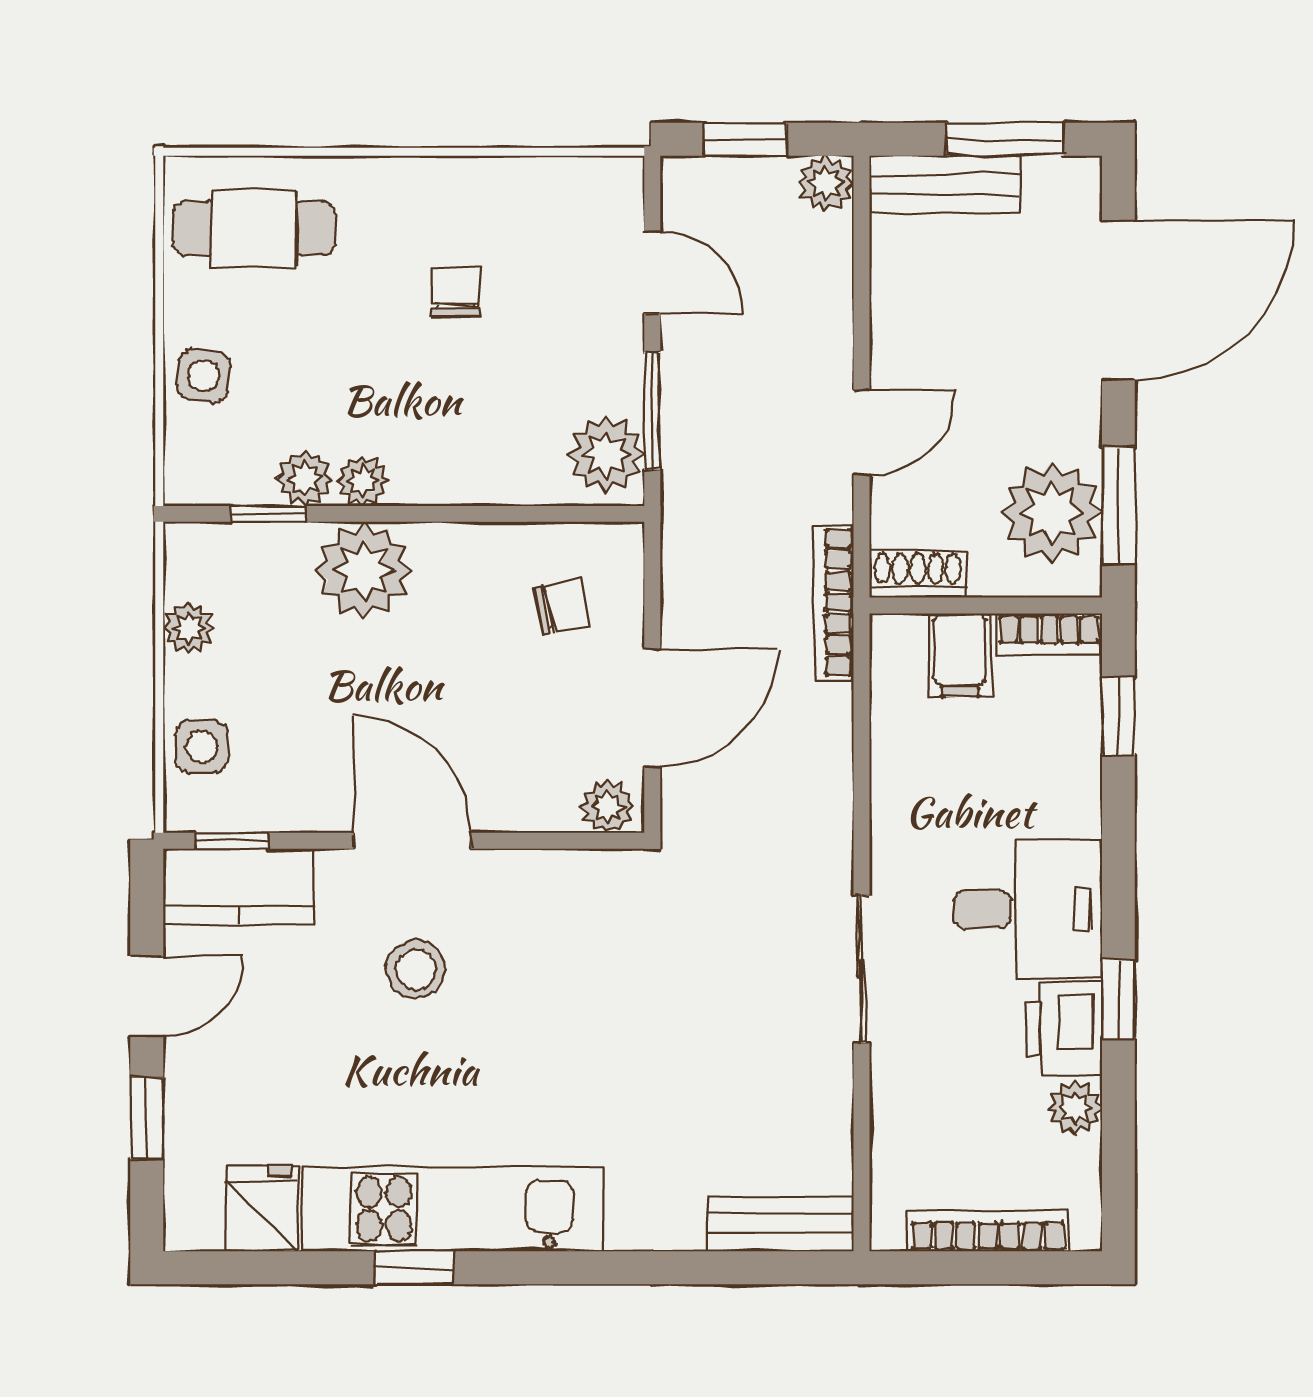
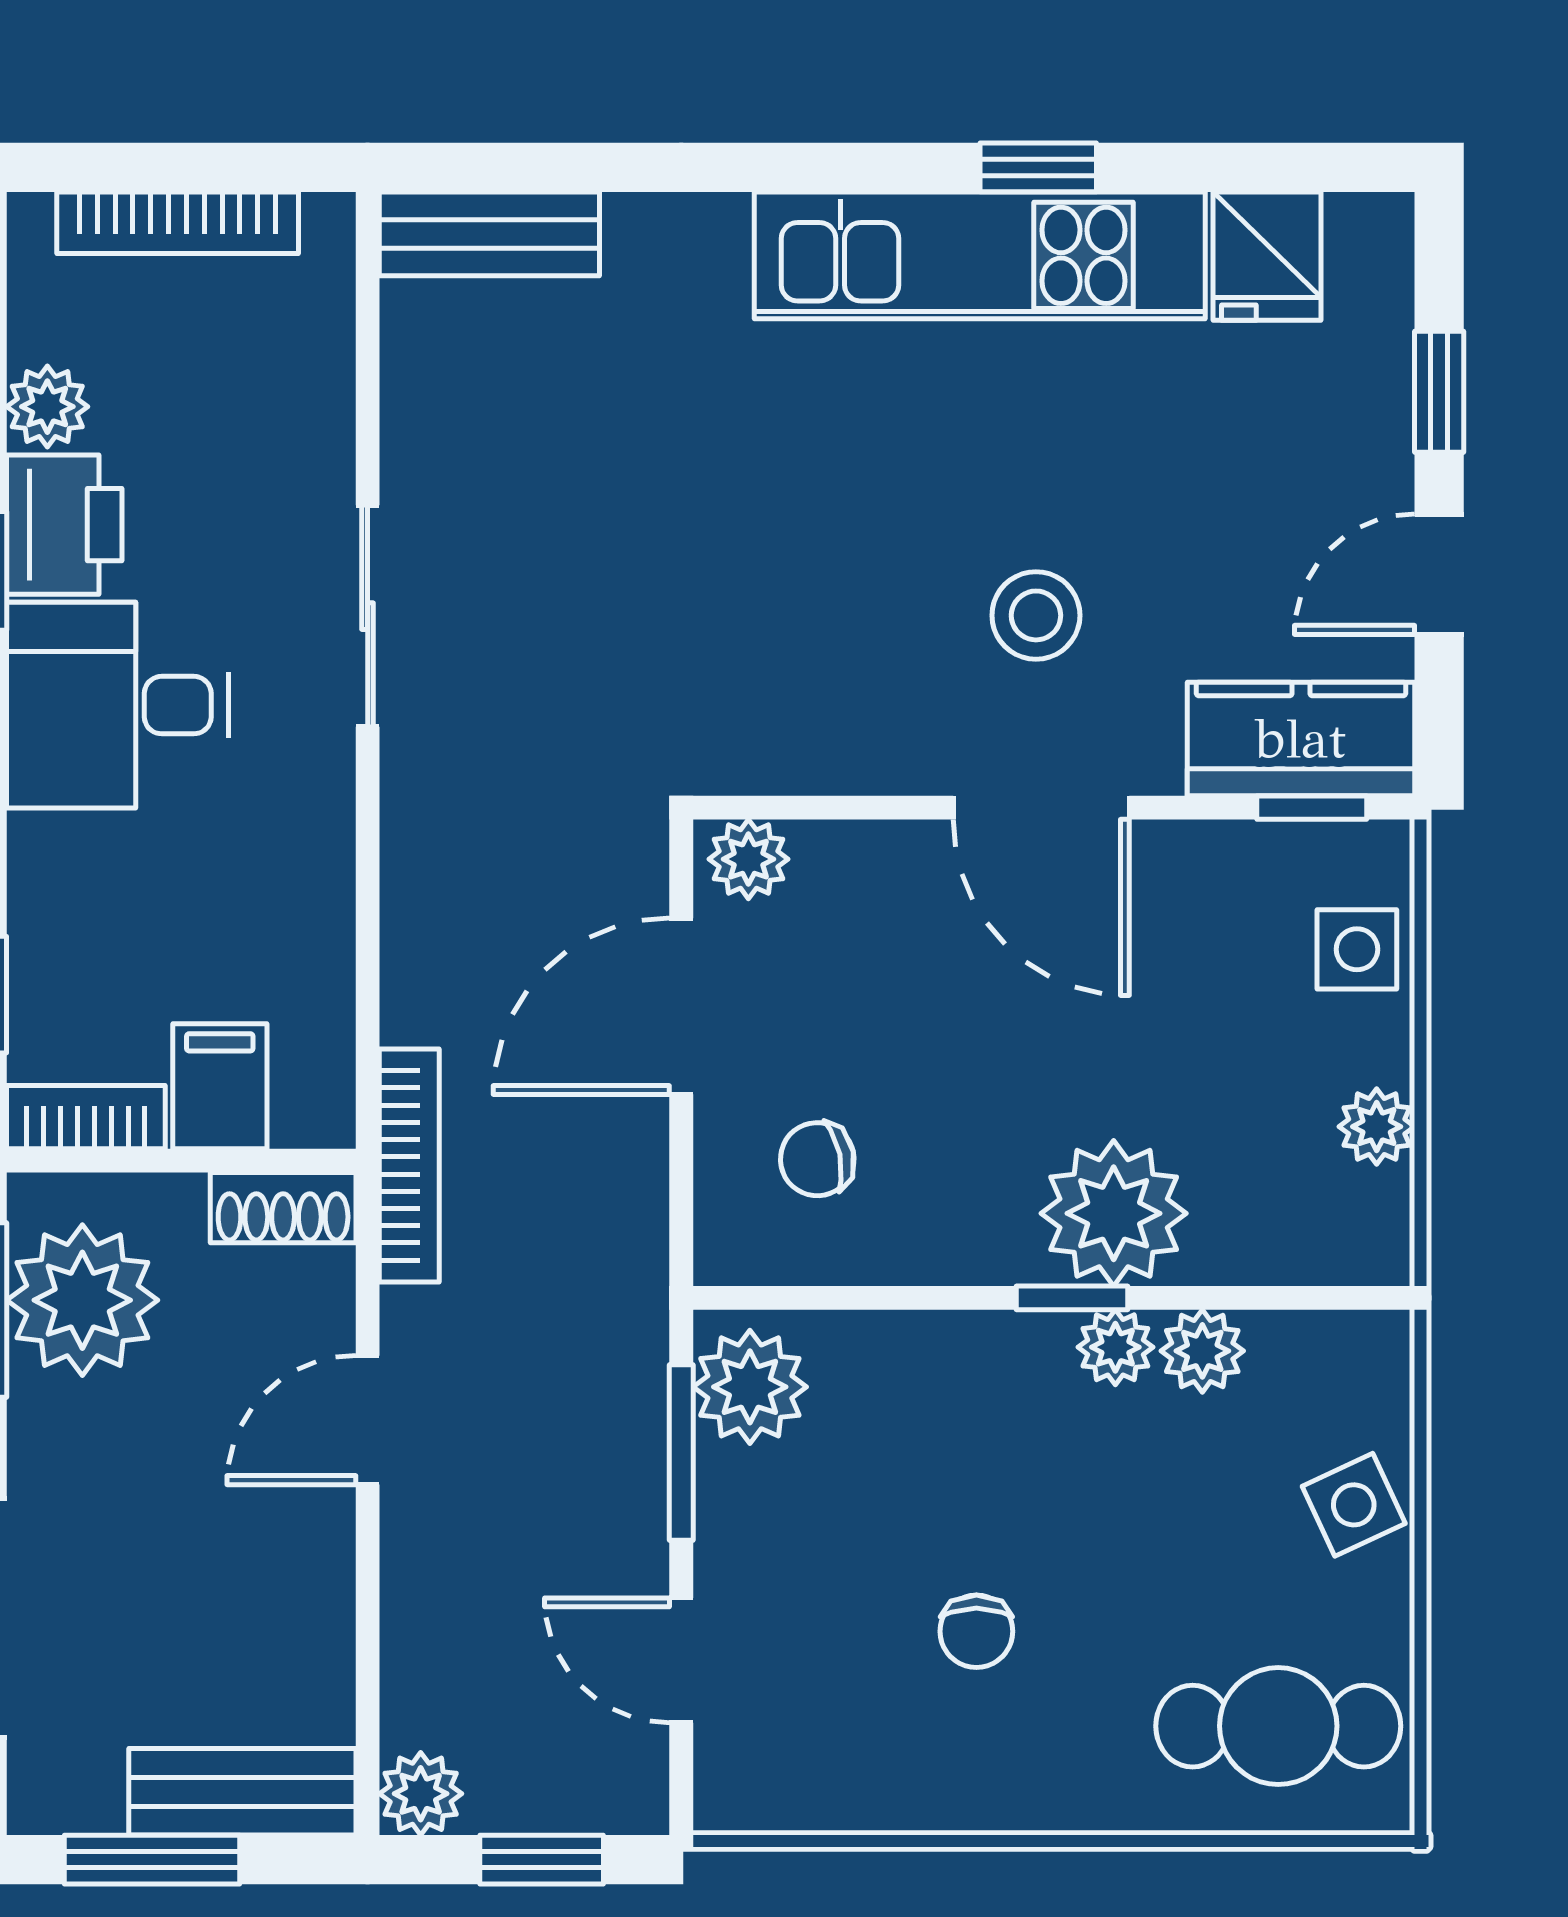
side table: (204, 376) -> (1354, 1505), turned -32
window: (269, 514) -> (1072, 1298), moved

